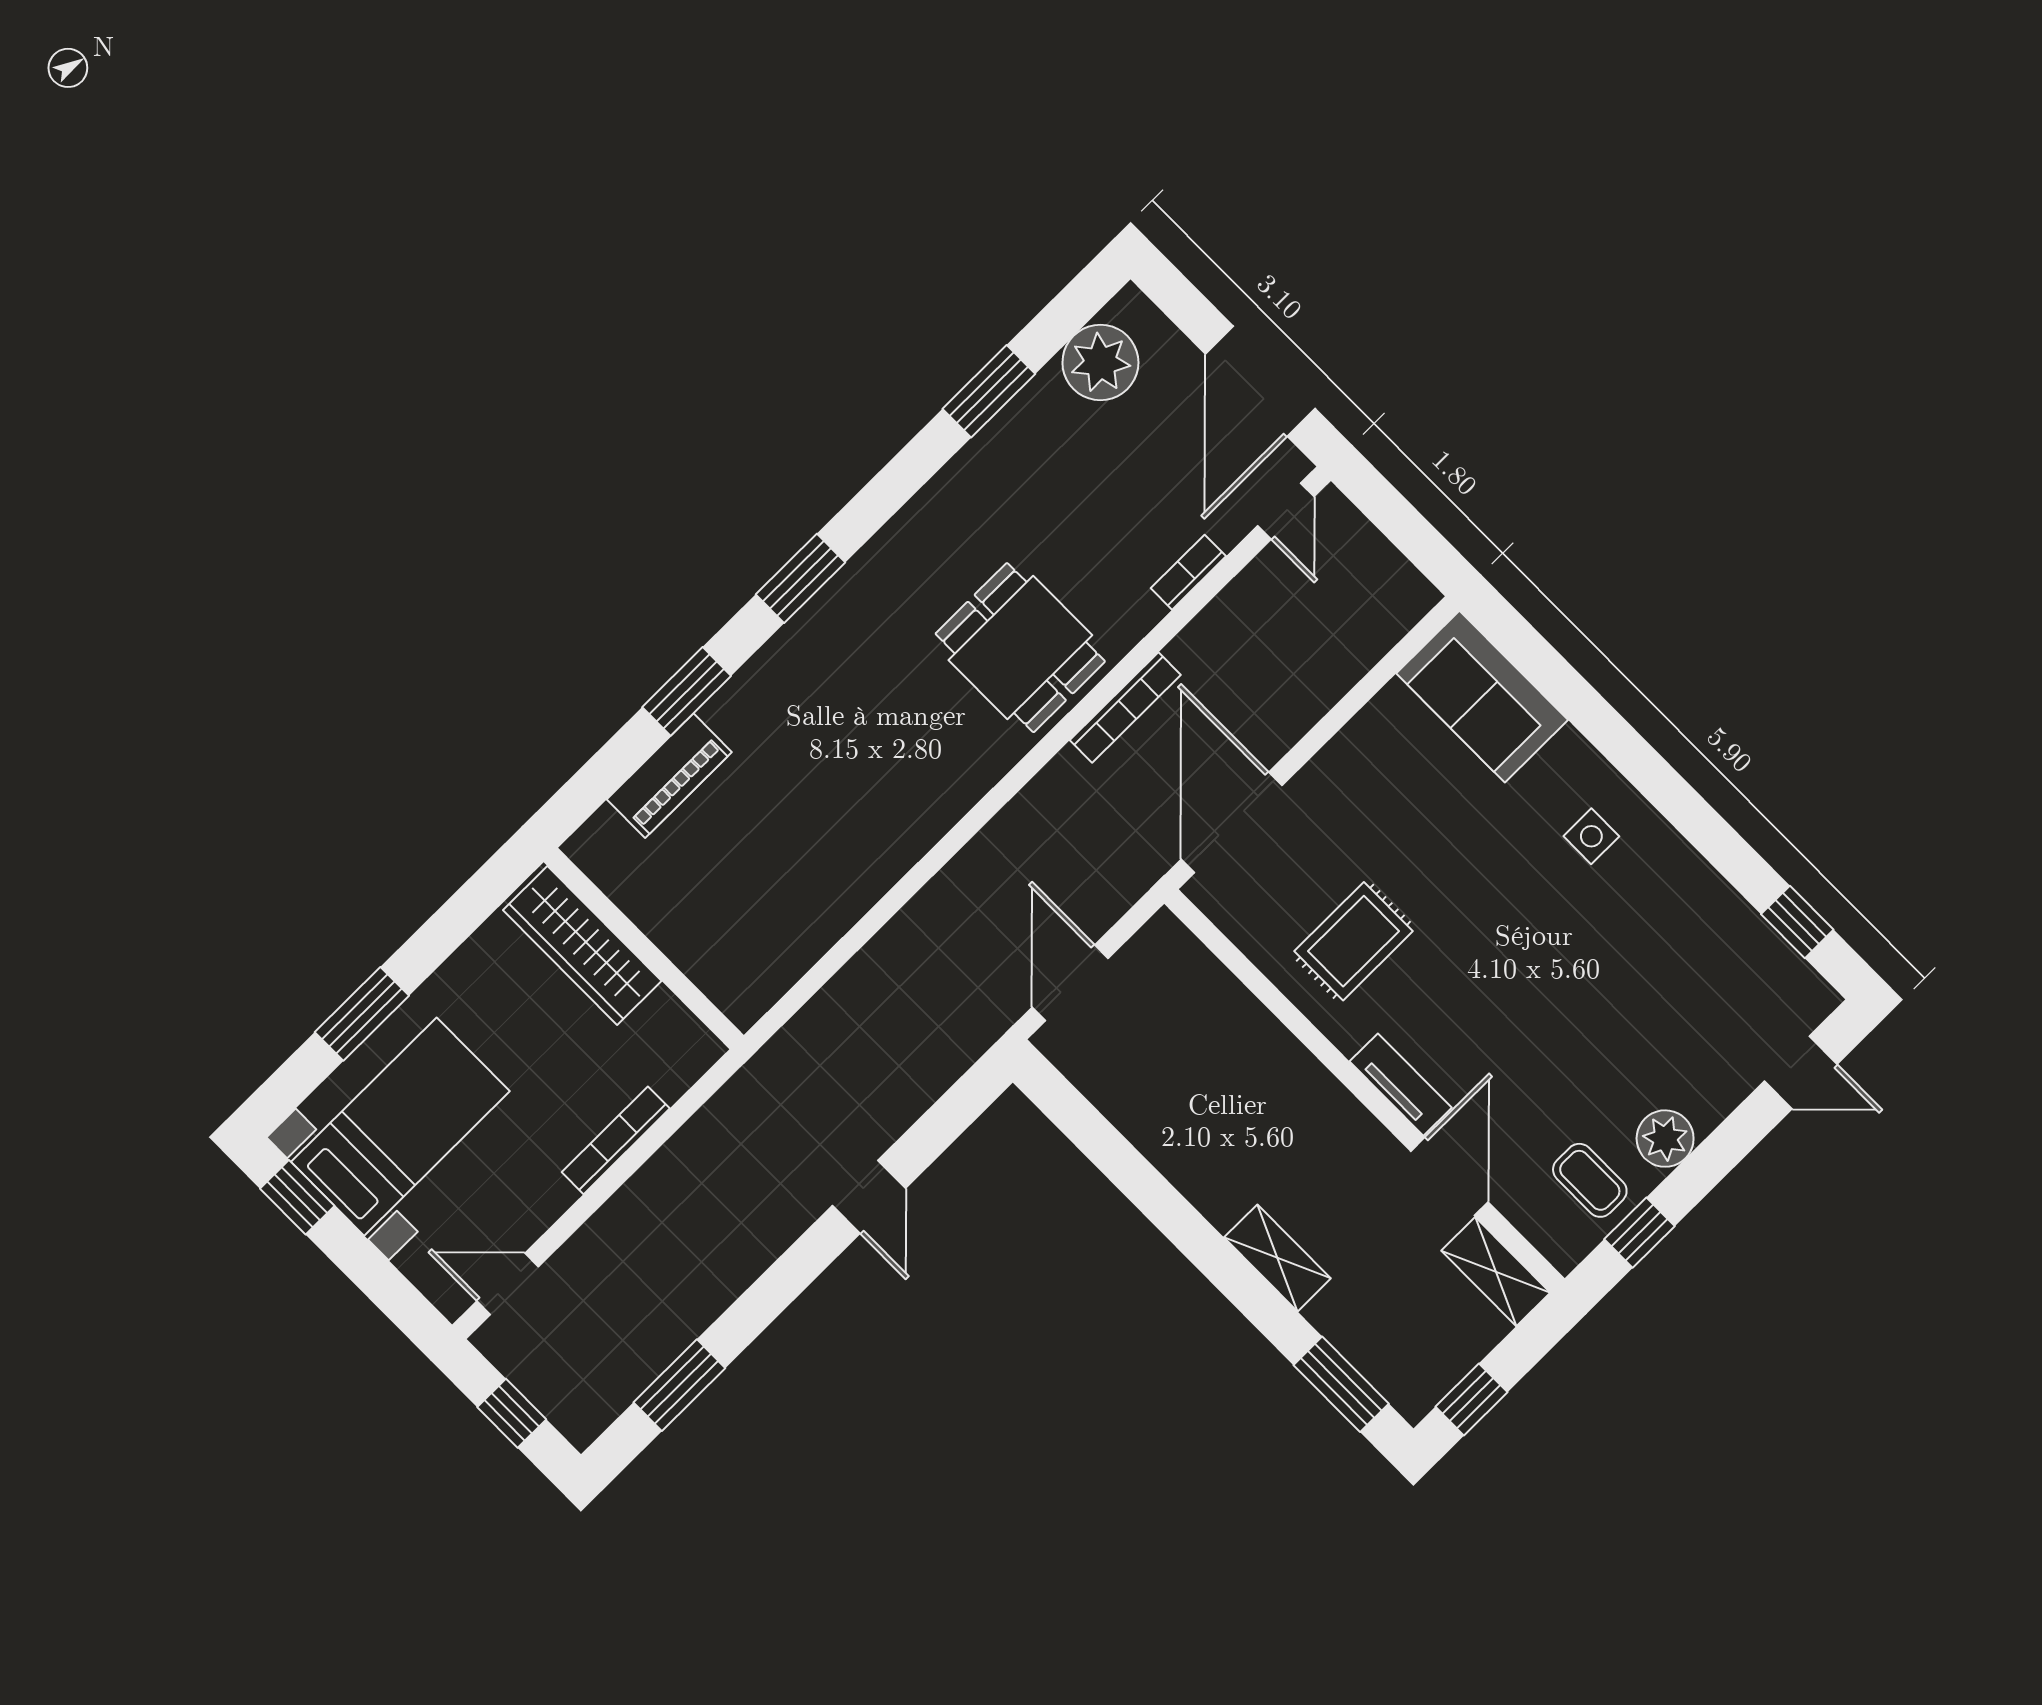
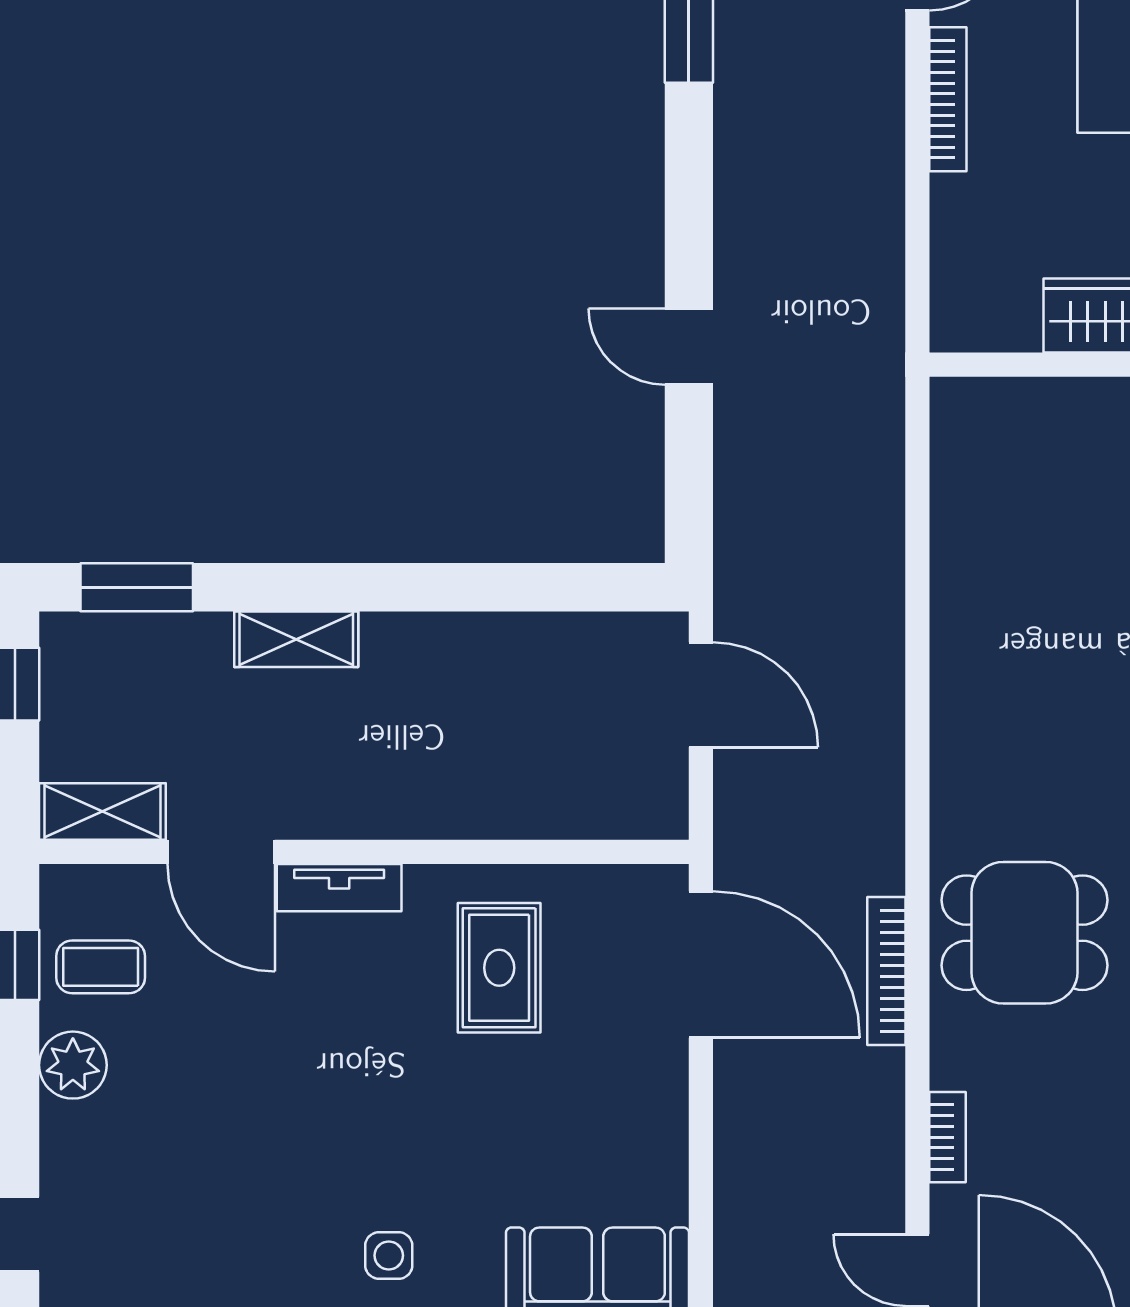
bookcase: (616, 1140) -> (948, 99), moved

